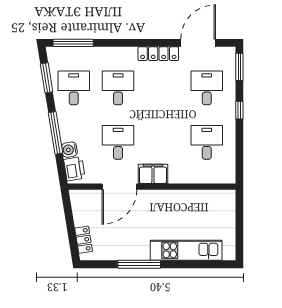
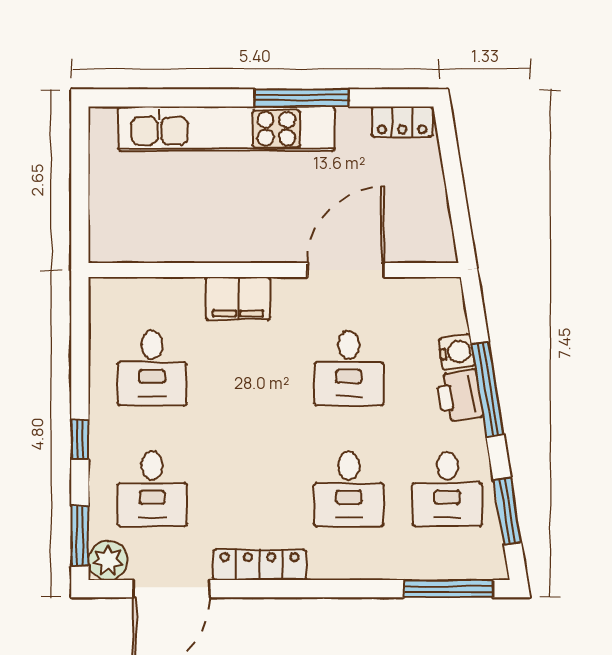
plant: (227, 56) -> (108, 561), added
printer: (74, 169) -> (459, 396), moved
filing cabinet: (153, 174) -> (238, 298), moved
locker: (84, 240) -> (402, 122), moved, turned -81
kitchen unit: (186, 250) -> (227, 129), width x1.36

